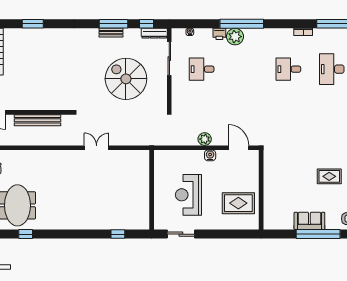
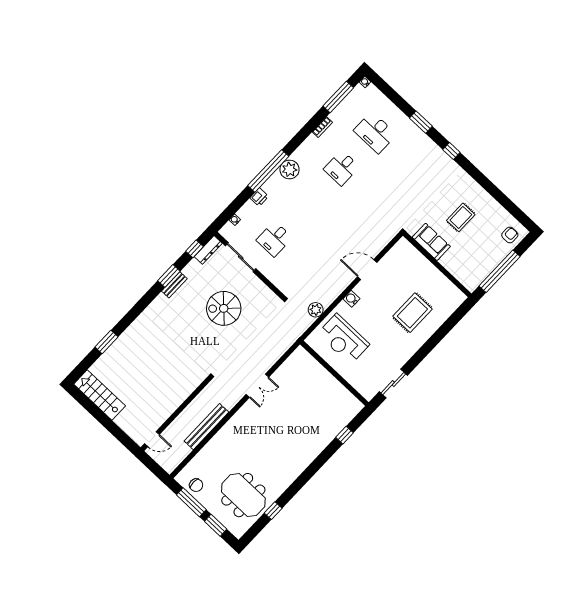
window: (113, 24) -> (169, 276), width x0.69
plant: (235, 37) -> (289, 169), moved
spiral stairs: (126, 79) -> (224, 308), width x0.73, depth x0.73
bench: (37, 120) -> (206, 427), moved
plant: (205, 139) -> (316, 310), moved
double door: (97, 148) -> (257, 386), swing flipped
wall: (261, 190) -> (437, 265), moved
reception desk: (188, 195) -> (343, 339), moved
sofa: (309, 221) -> (431, 242), moved, turned 90

